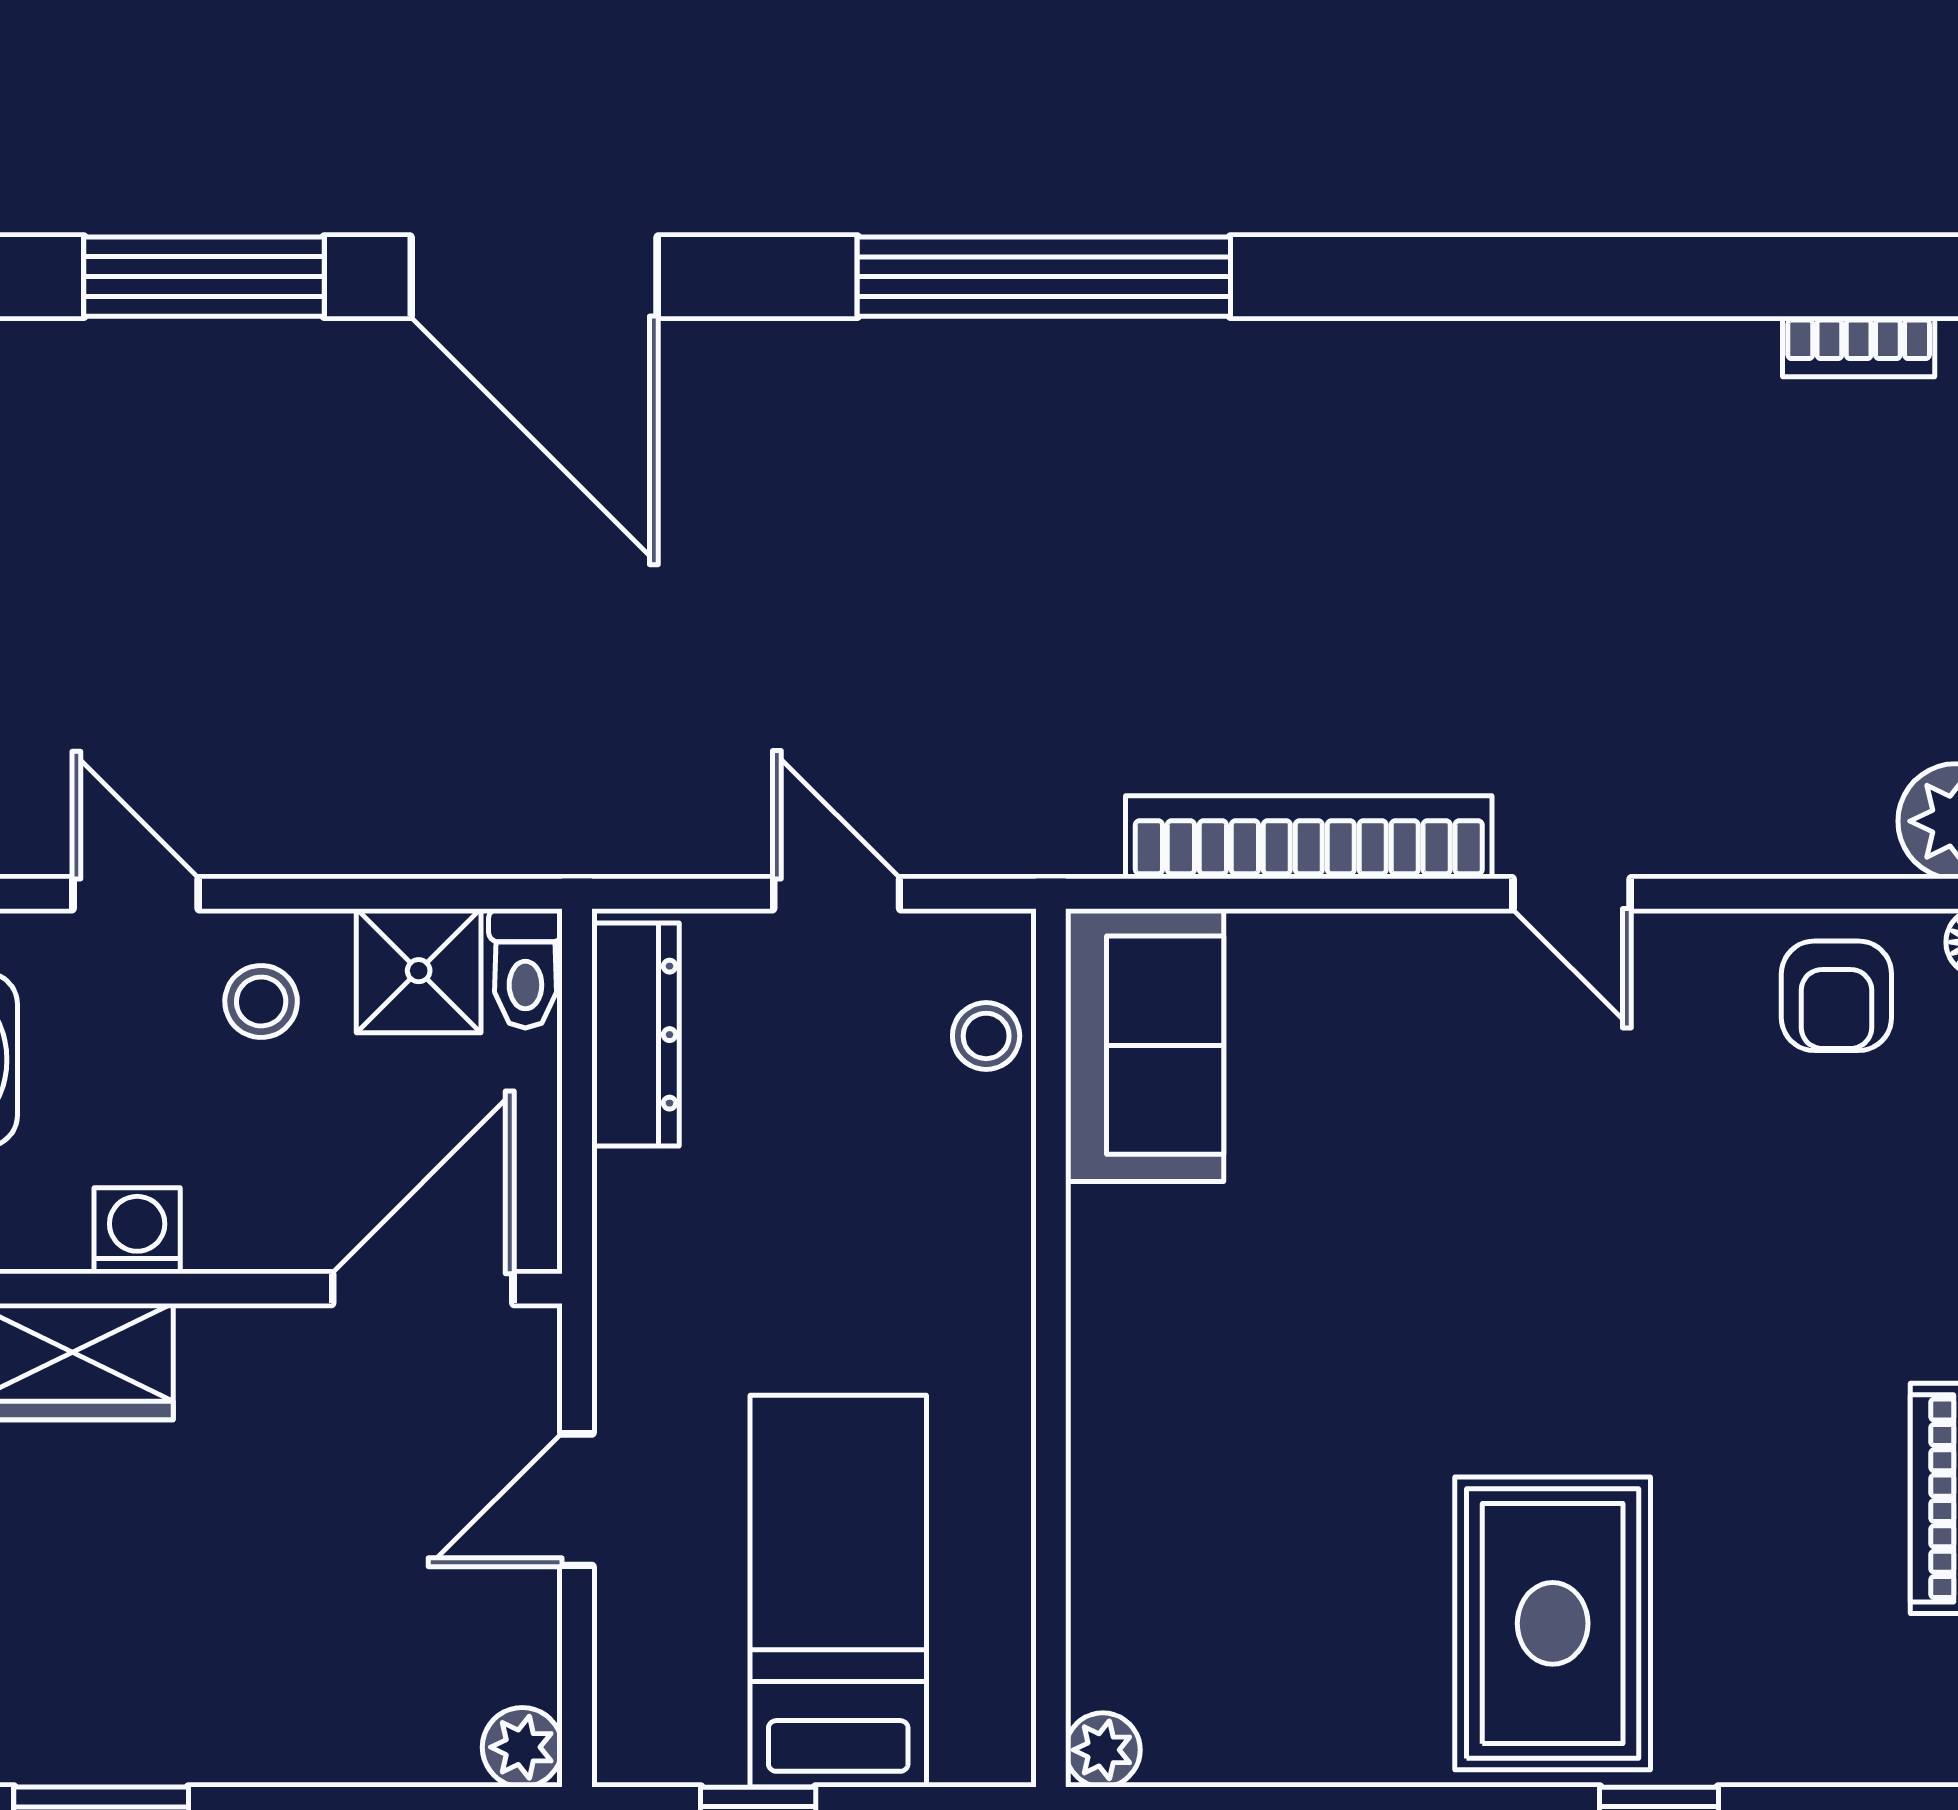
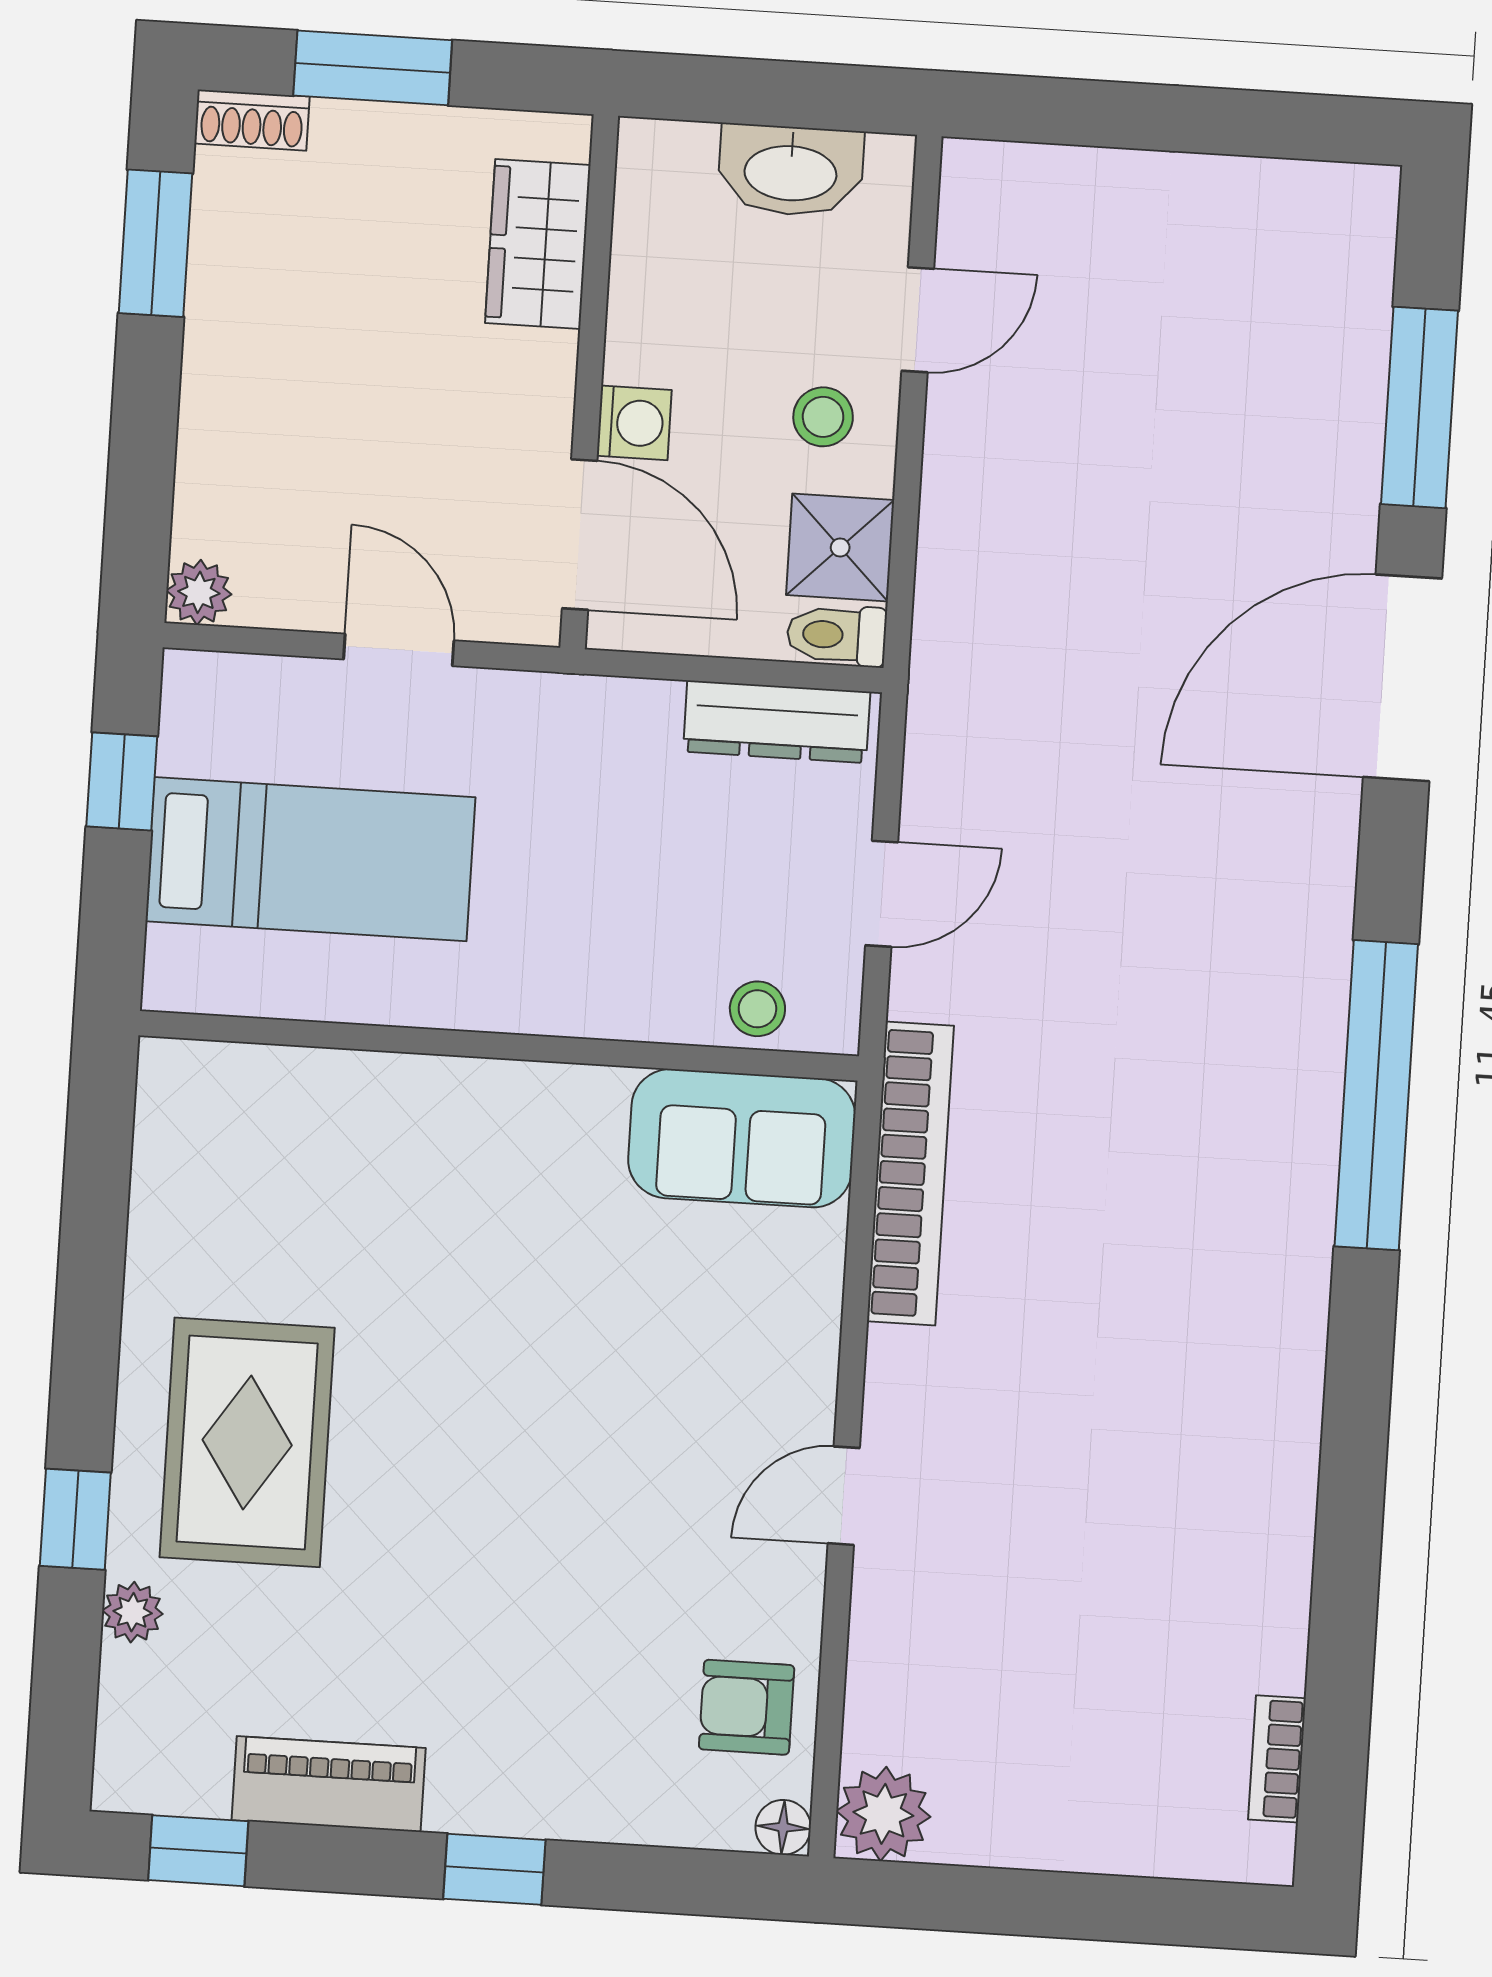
bookcase: (1309, 837) -> (910, 1173), moved
washing machine: (137, 1231) -> (634, 423), moved
rug: (1553, 1623) -> (247, 1442), turned 90
plant: (1103, 1750) -> (133, 1612), moved

